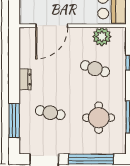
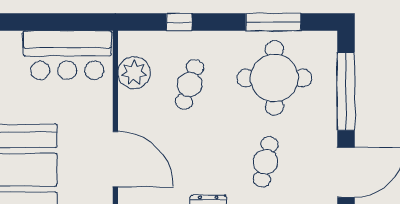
round table: (99, 118) -> (274, 78), width x1.36, depth x1.36

